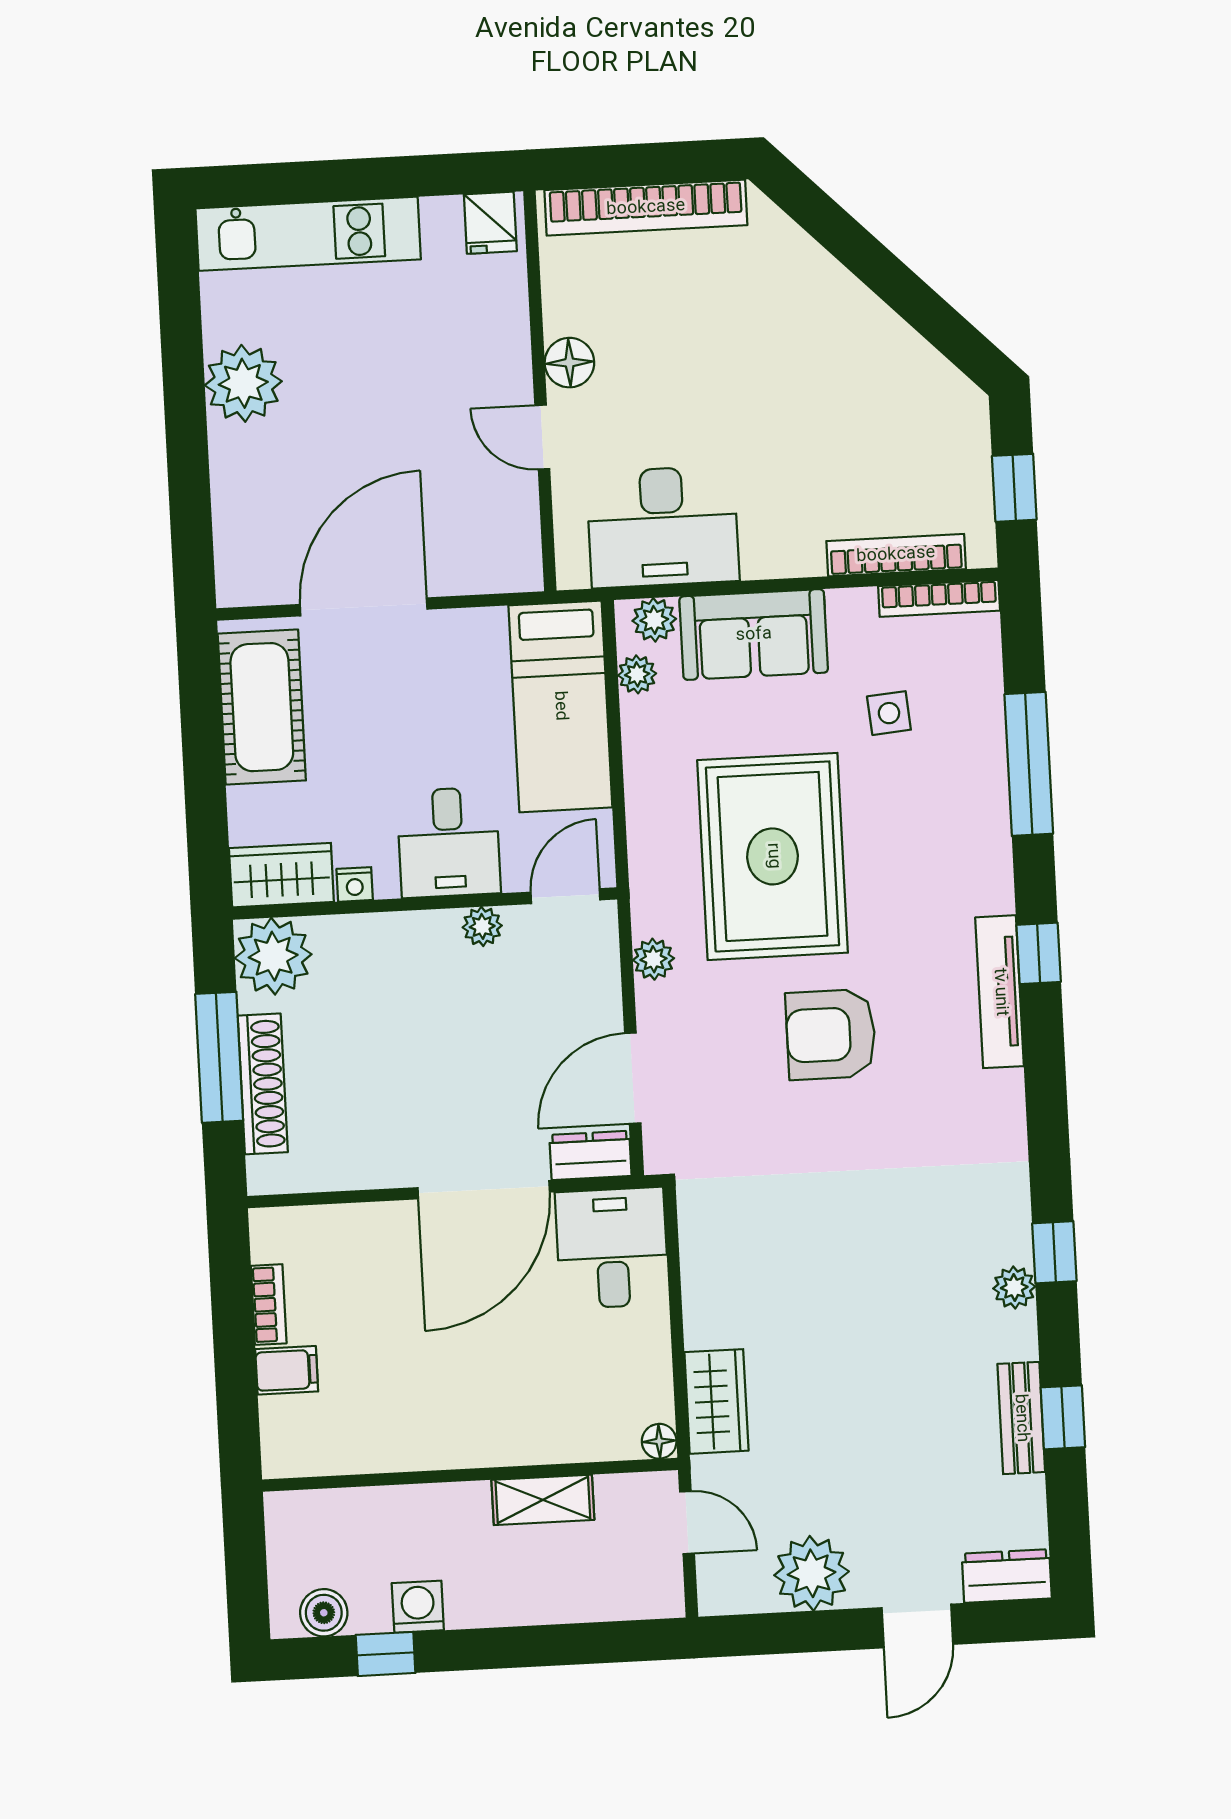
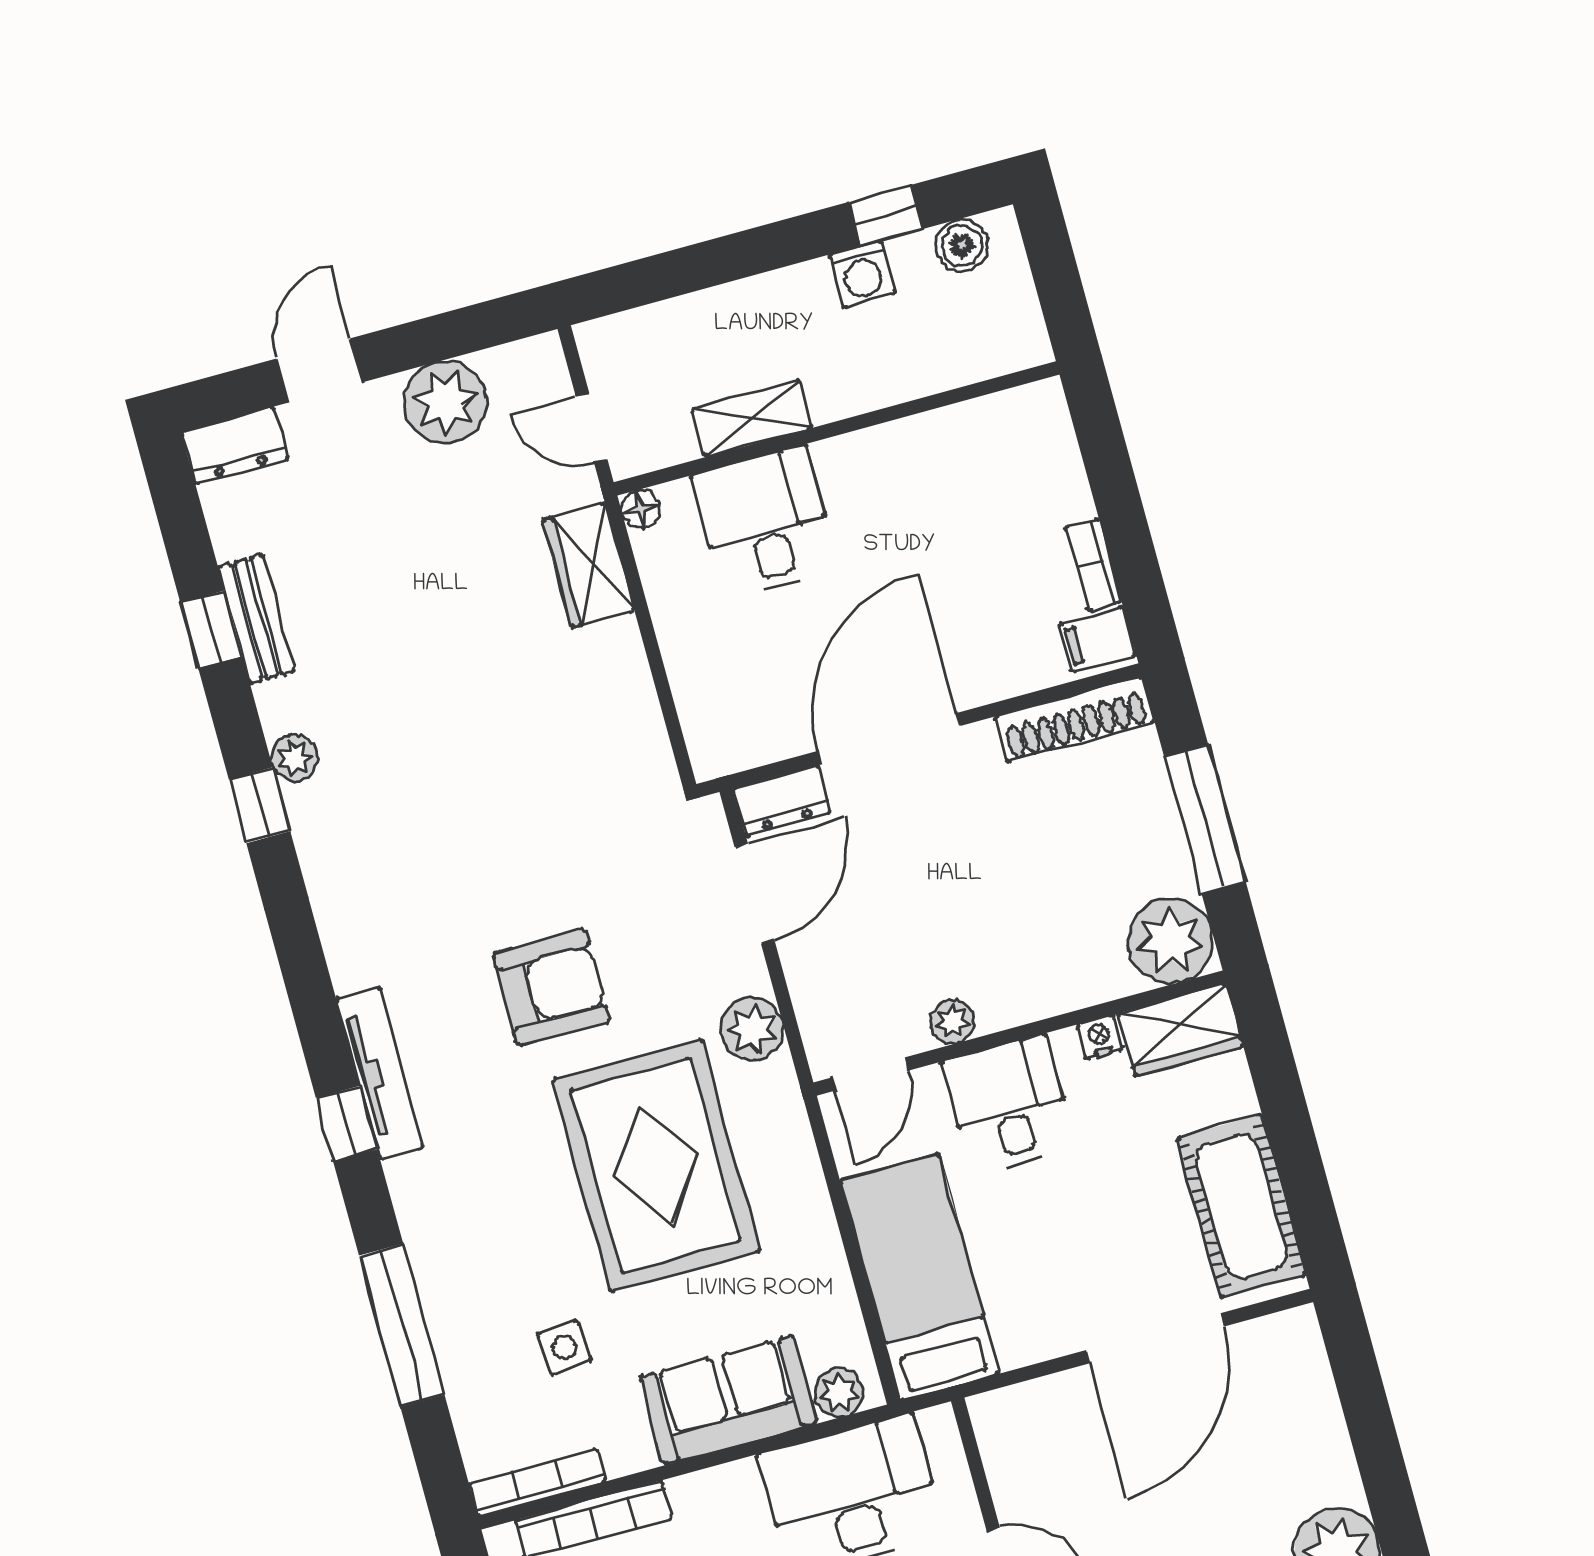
plant: (637, 674) -> (845, 1330), removed
plant: (653, 959) -> (752, 1029), width x1.38, depth x1.38
shoe rack: (263, 1084) -> (1075, 719), moved, turned -90
desk: (612, 1248) -> (765, 522), moved, turned 180
filing cabinet: (287, 1370) -> (1097, 639), moved

